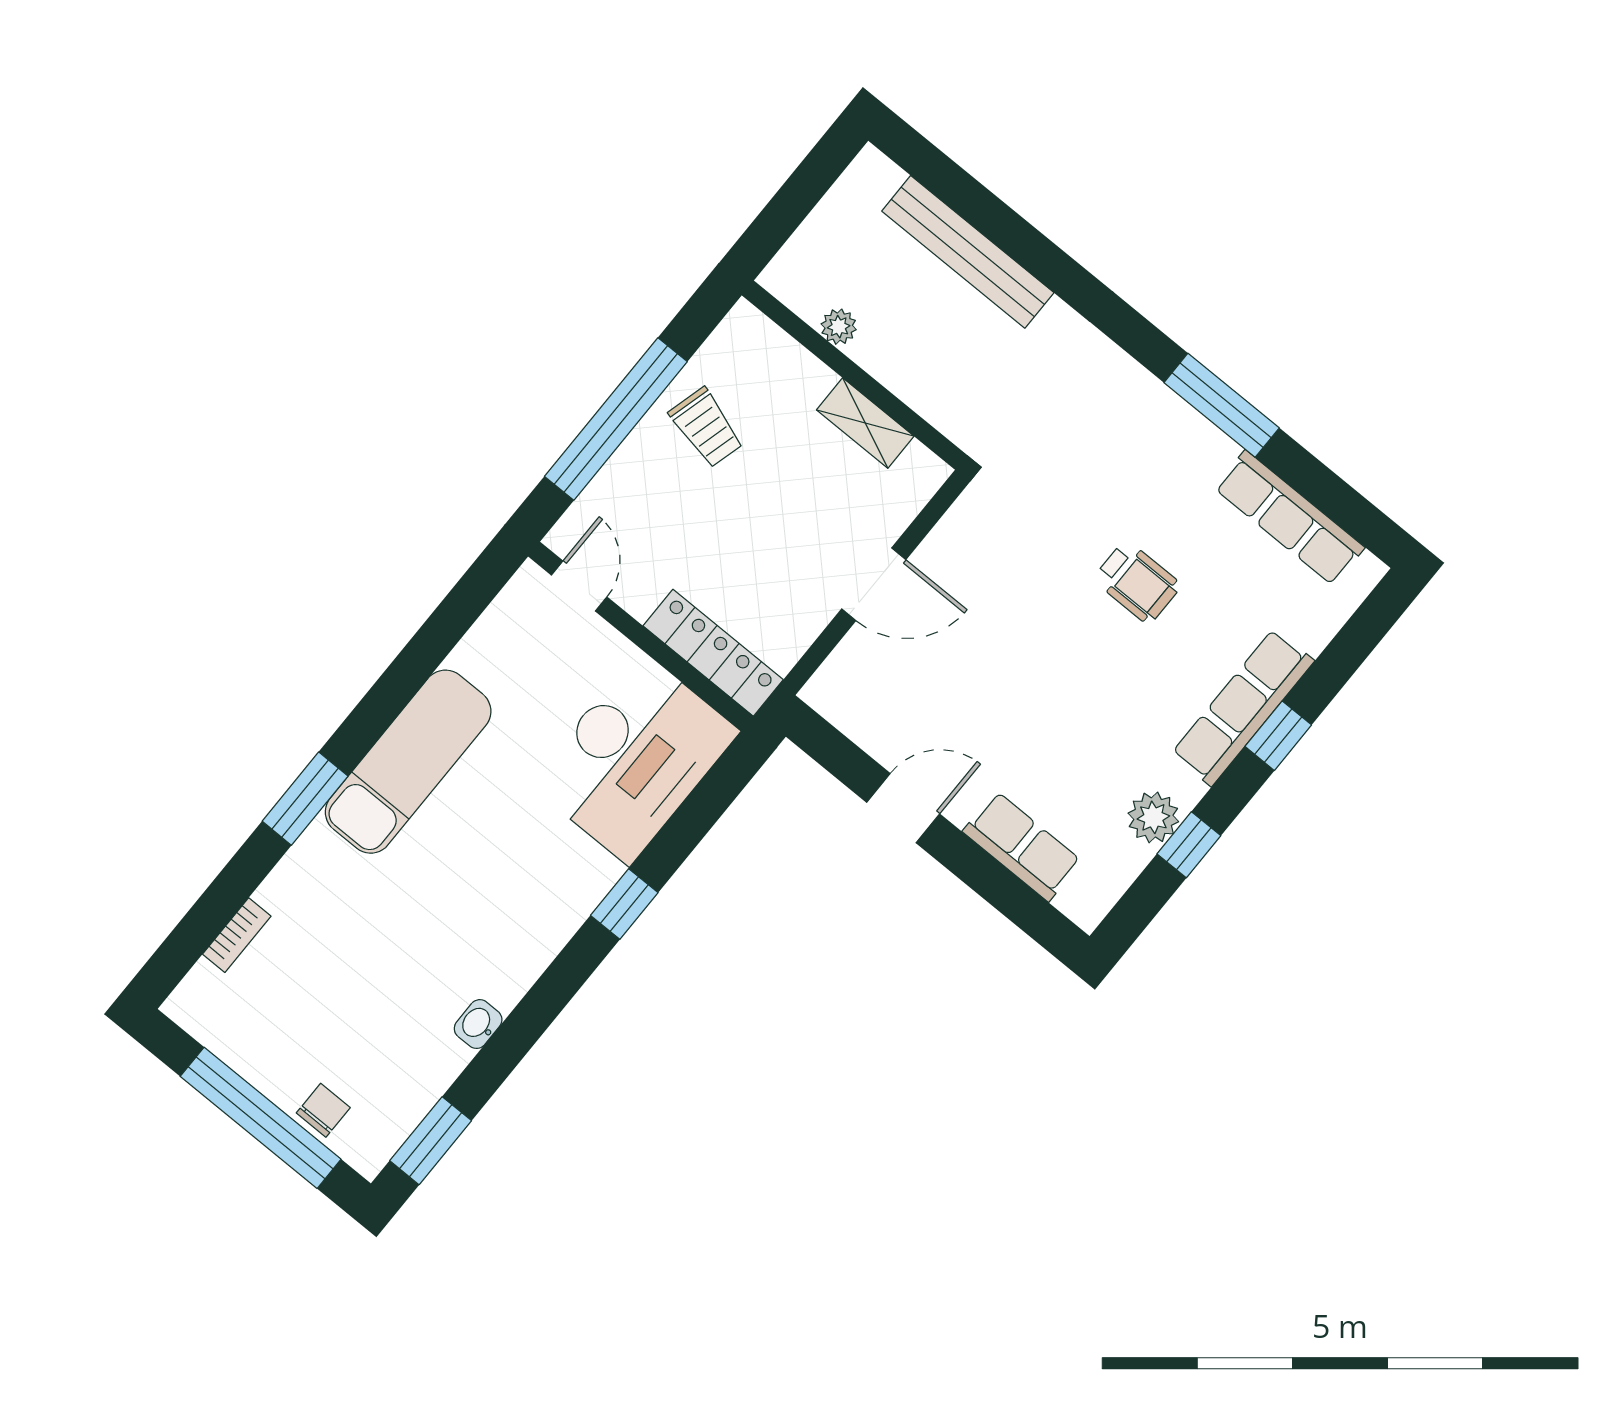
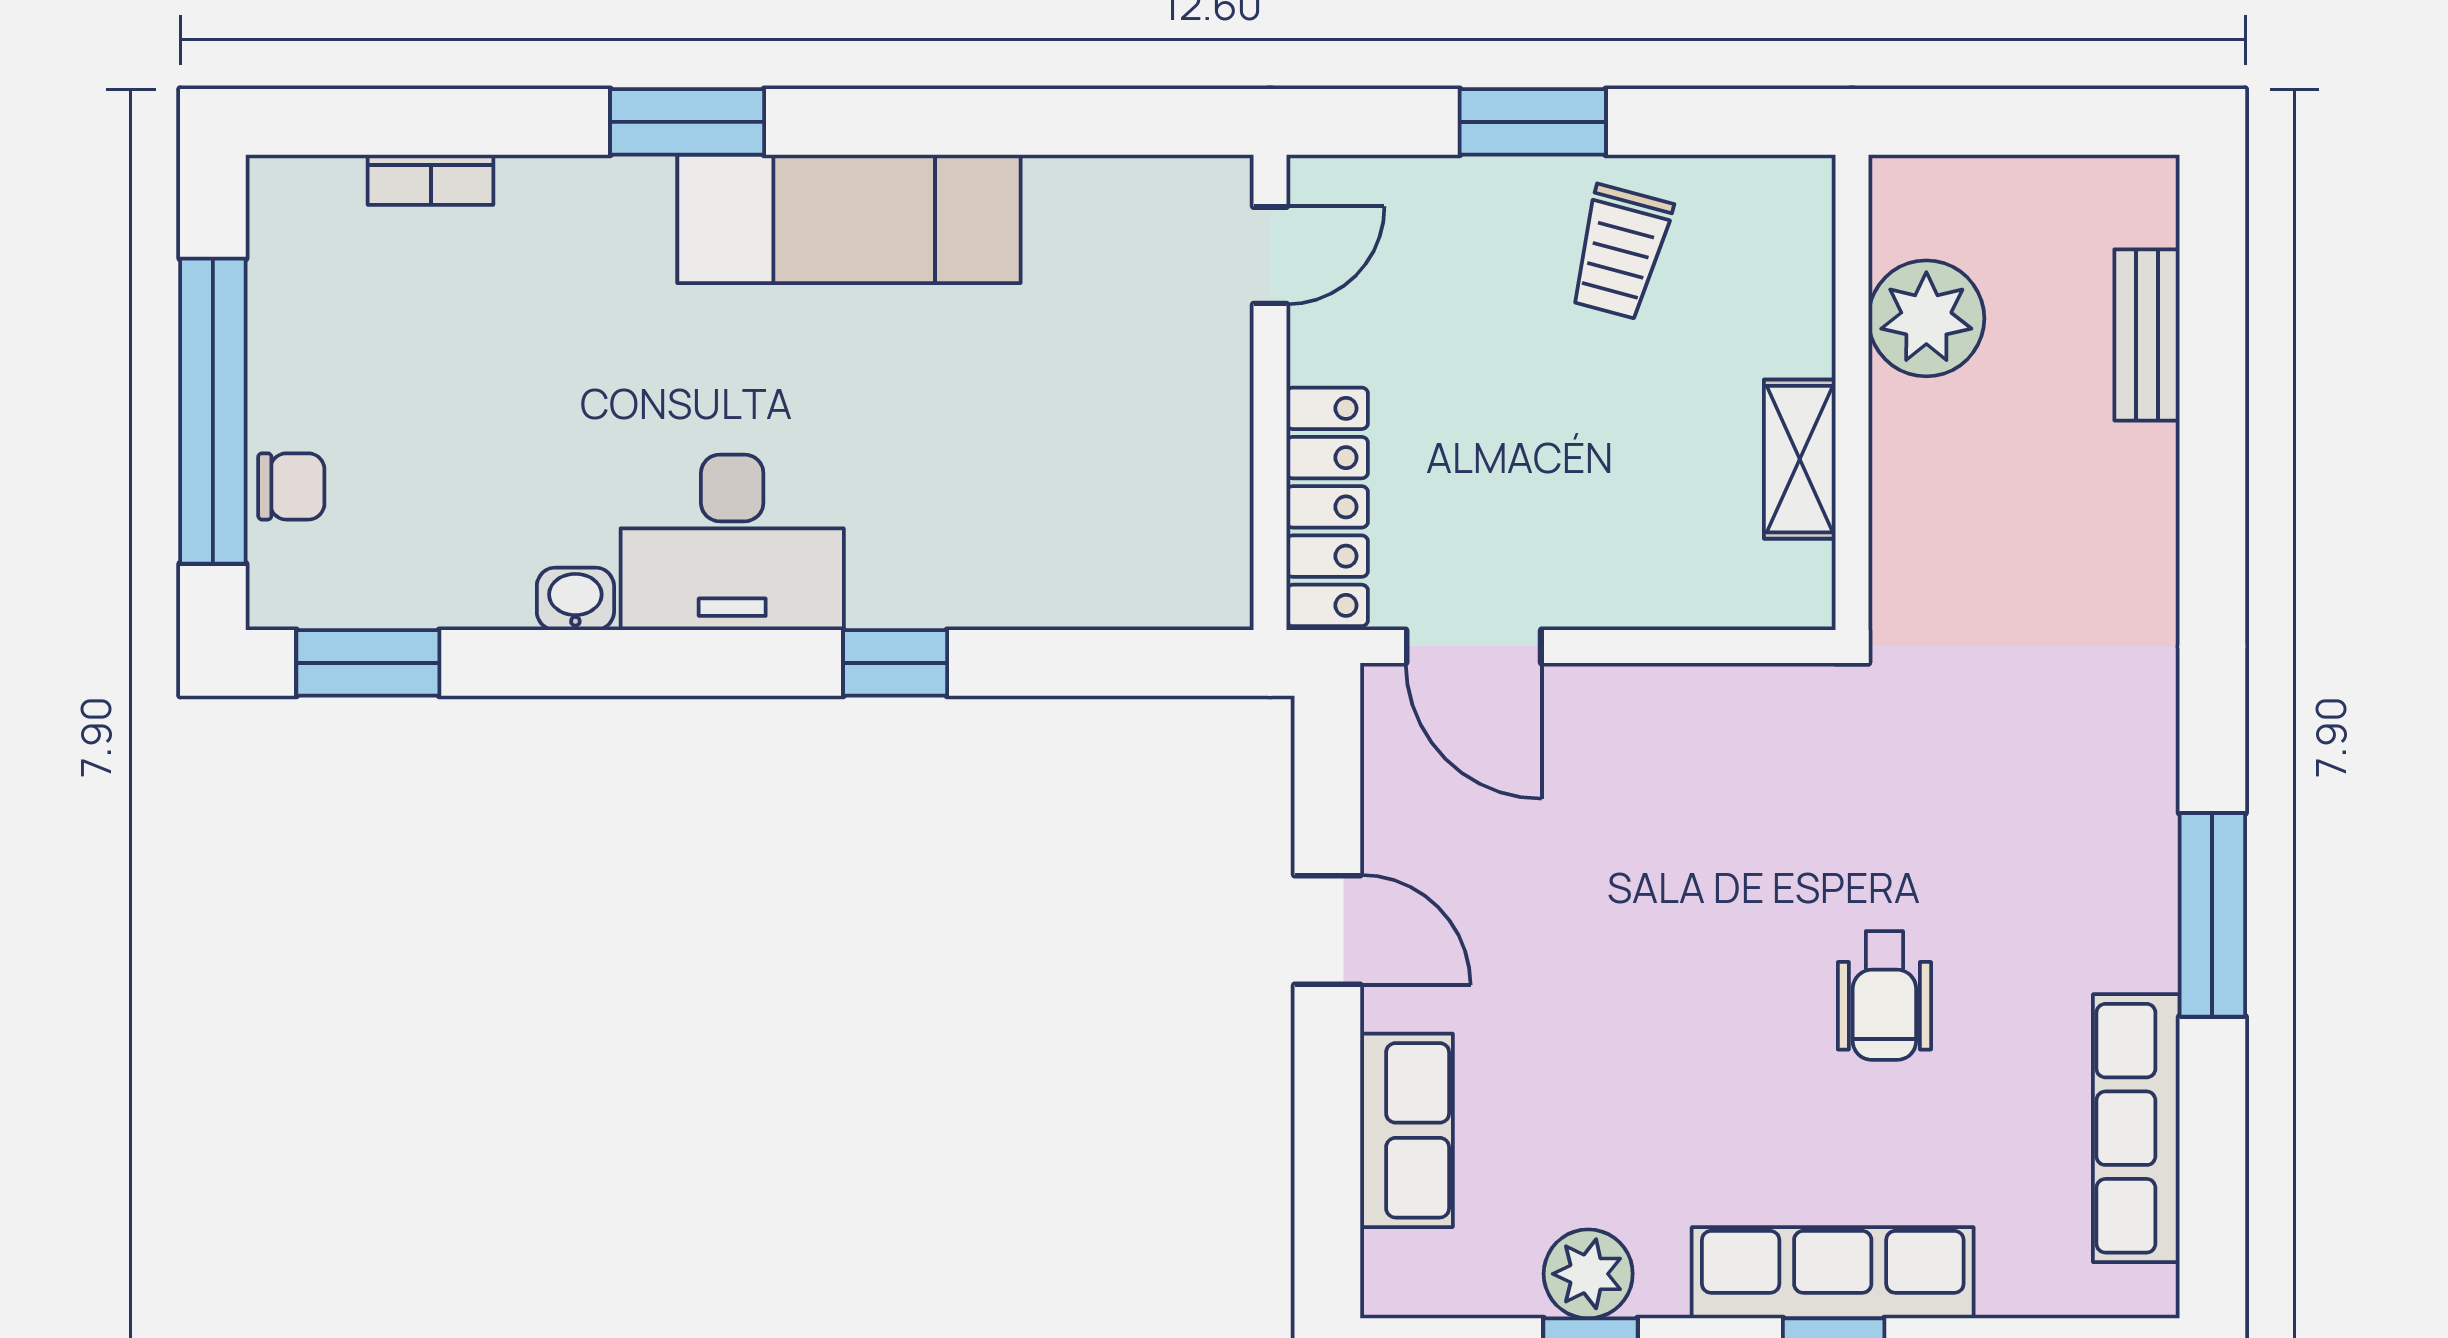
bench: (968, 252) -> (2147, 335), width x0.54, depth x0.82
plant: (839, 327) -> (1926, 318), width x1.88, depth x1.88
window: (616, 419) -> (1533, 122), width x0.47
door: (874, 584) -> (1474, 646), moved
desk: (634, 757) -> (732, 542), moved, width x0.73, depth x0.77

